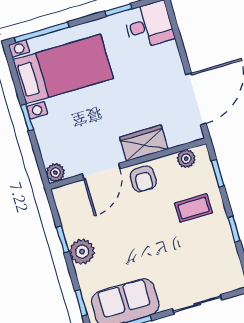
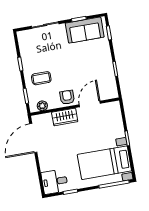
plant: (55, 173) -> (115, 106), removed
plant: (82, 252) -> (105, 61), removed

